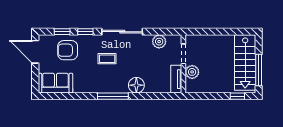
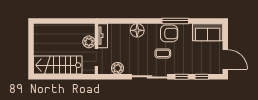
armchair: (68, 50) -> (169, 33), moved
stairs: (245, 63) -> (58, 65), moved, turned -90
window: (259, 70) -> (31, 44), removed
window: (113, 96) -> (175, 21), moved
window: (237, 96) -> (49, 21), removed

